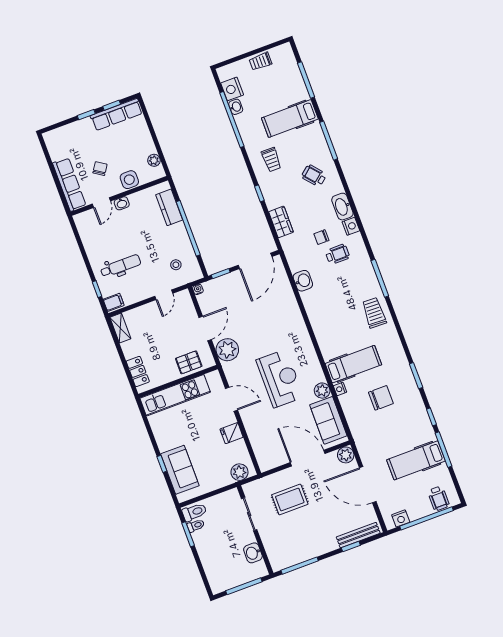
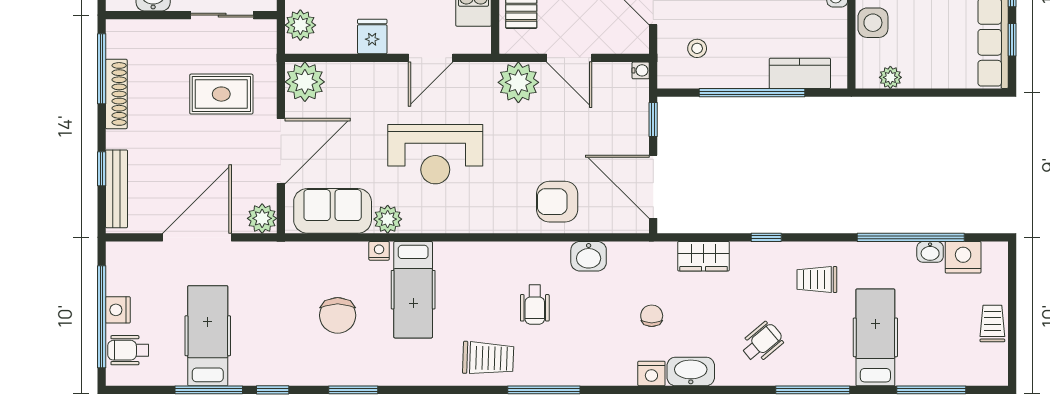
wheelchair: (337, 254) -> (535, 305), moved
armchair: (281, 307) -> (557, 202), added
plant: (268, 459) -> (305, 82), added
rug: (290, 499) -> (221, 94), turned 90
nightstand: (401, 518) -> (118, 310), moved
shoe rack: (310, 553) -> (116, 94), added

